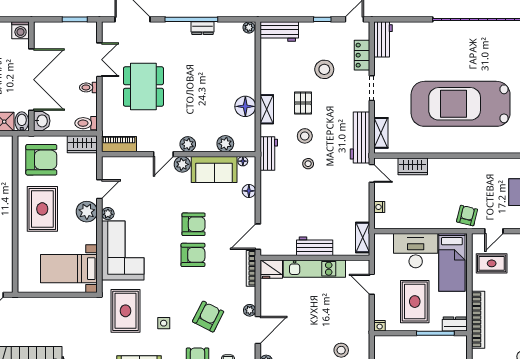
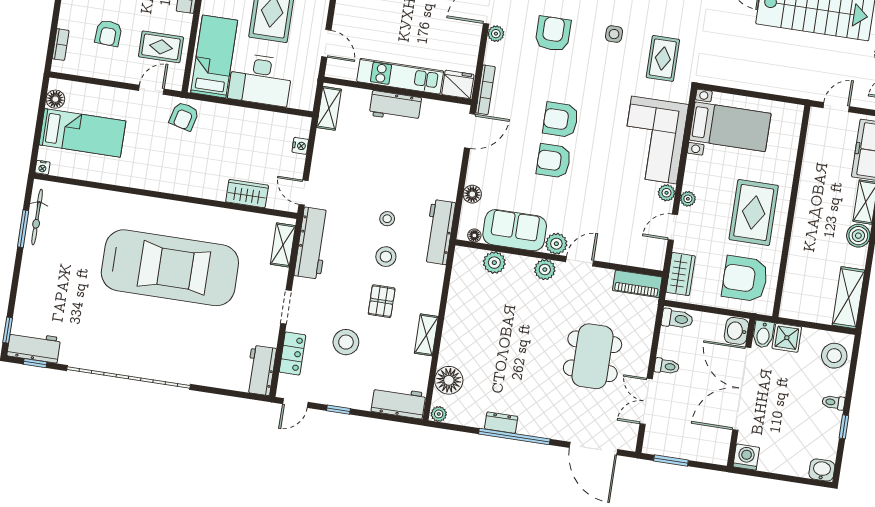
floor lamp: (245, 106) -> (449, 380), moved
shelving: (267, 109) -> (426, 335), moved
wardrobe: (82, 144) -> (681, 274), moved, turned 90
workbench: (269, 153) -> (439, 232), width x1.37
plant: (87, 212) -> (688, 199), width x0.53, depth x0.53
rug: (125, 311) -> (663, 58), width x0.73, depth x0.70
armchair: (208, 317) -> (553, 34), turned 153

